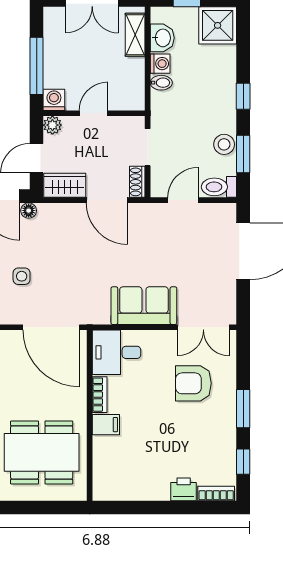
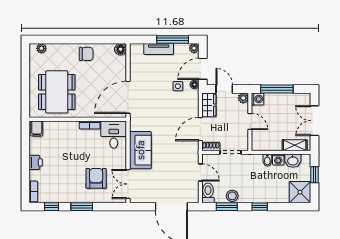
side table: (22, 276) -> (178, 86), moved
filing cabinet: (106, 425) -> (37, 129), moved
printer: (184, 489) -> (36, 162), moved

